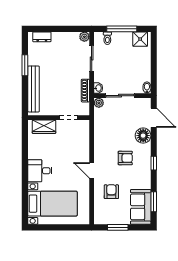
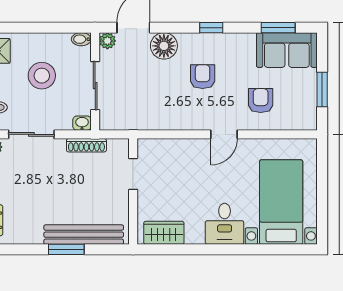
window: (25, 65) -> (66, 249), moved
stool: (126, 65) -> (42, 76), added
plant: (99, 103) -> (107, 41), moved
wardrobe: (44, 127) -> (164, 233), moved, turned -90
armchair: (111, 192) -> (261, 101), turned 90

